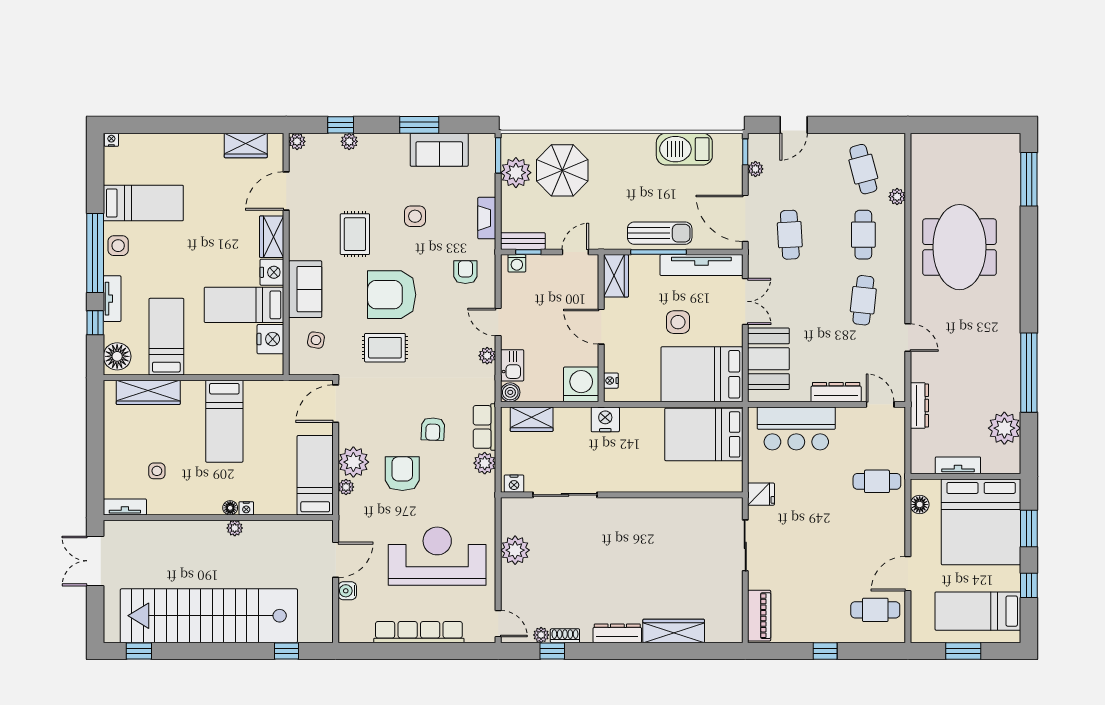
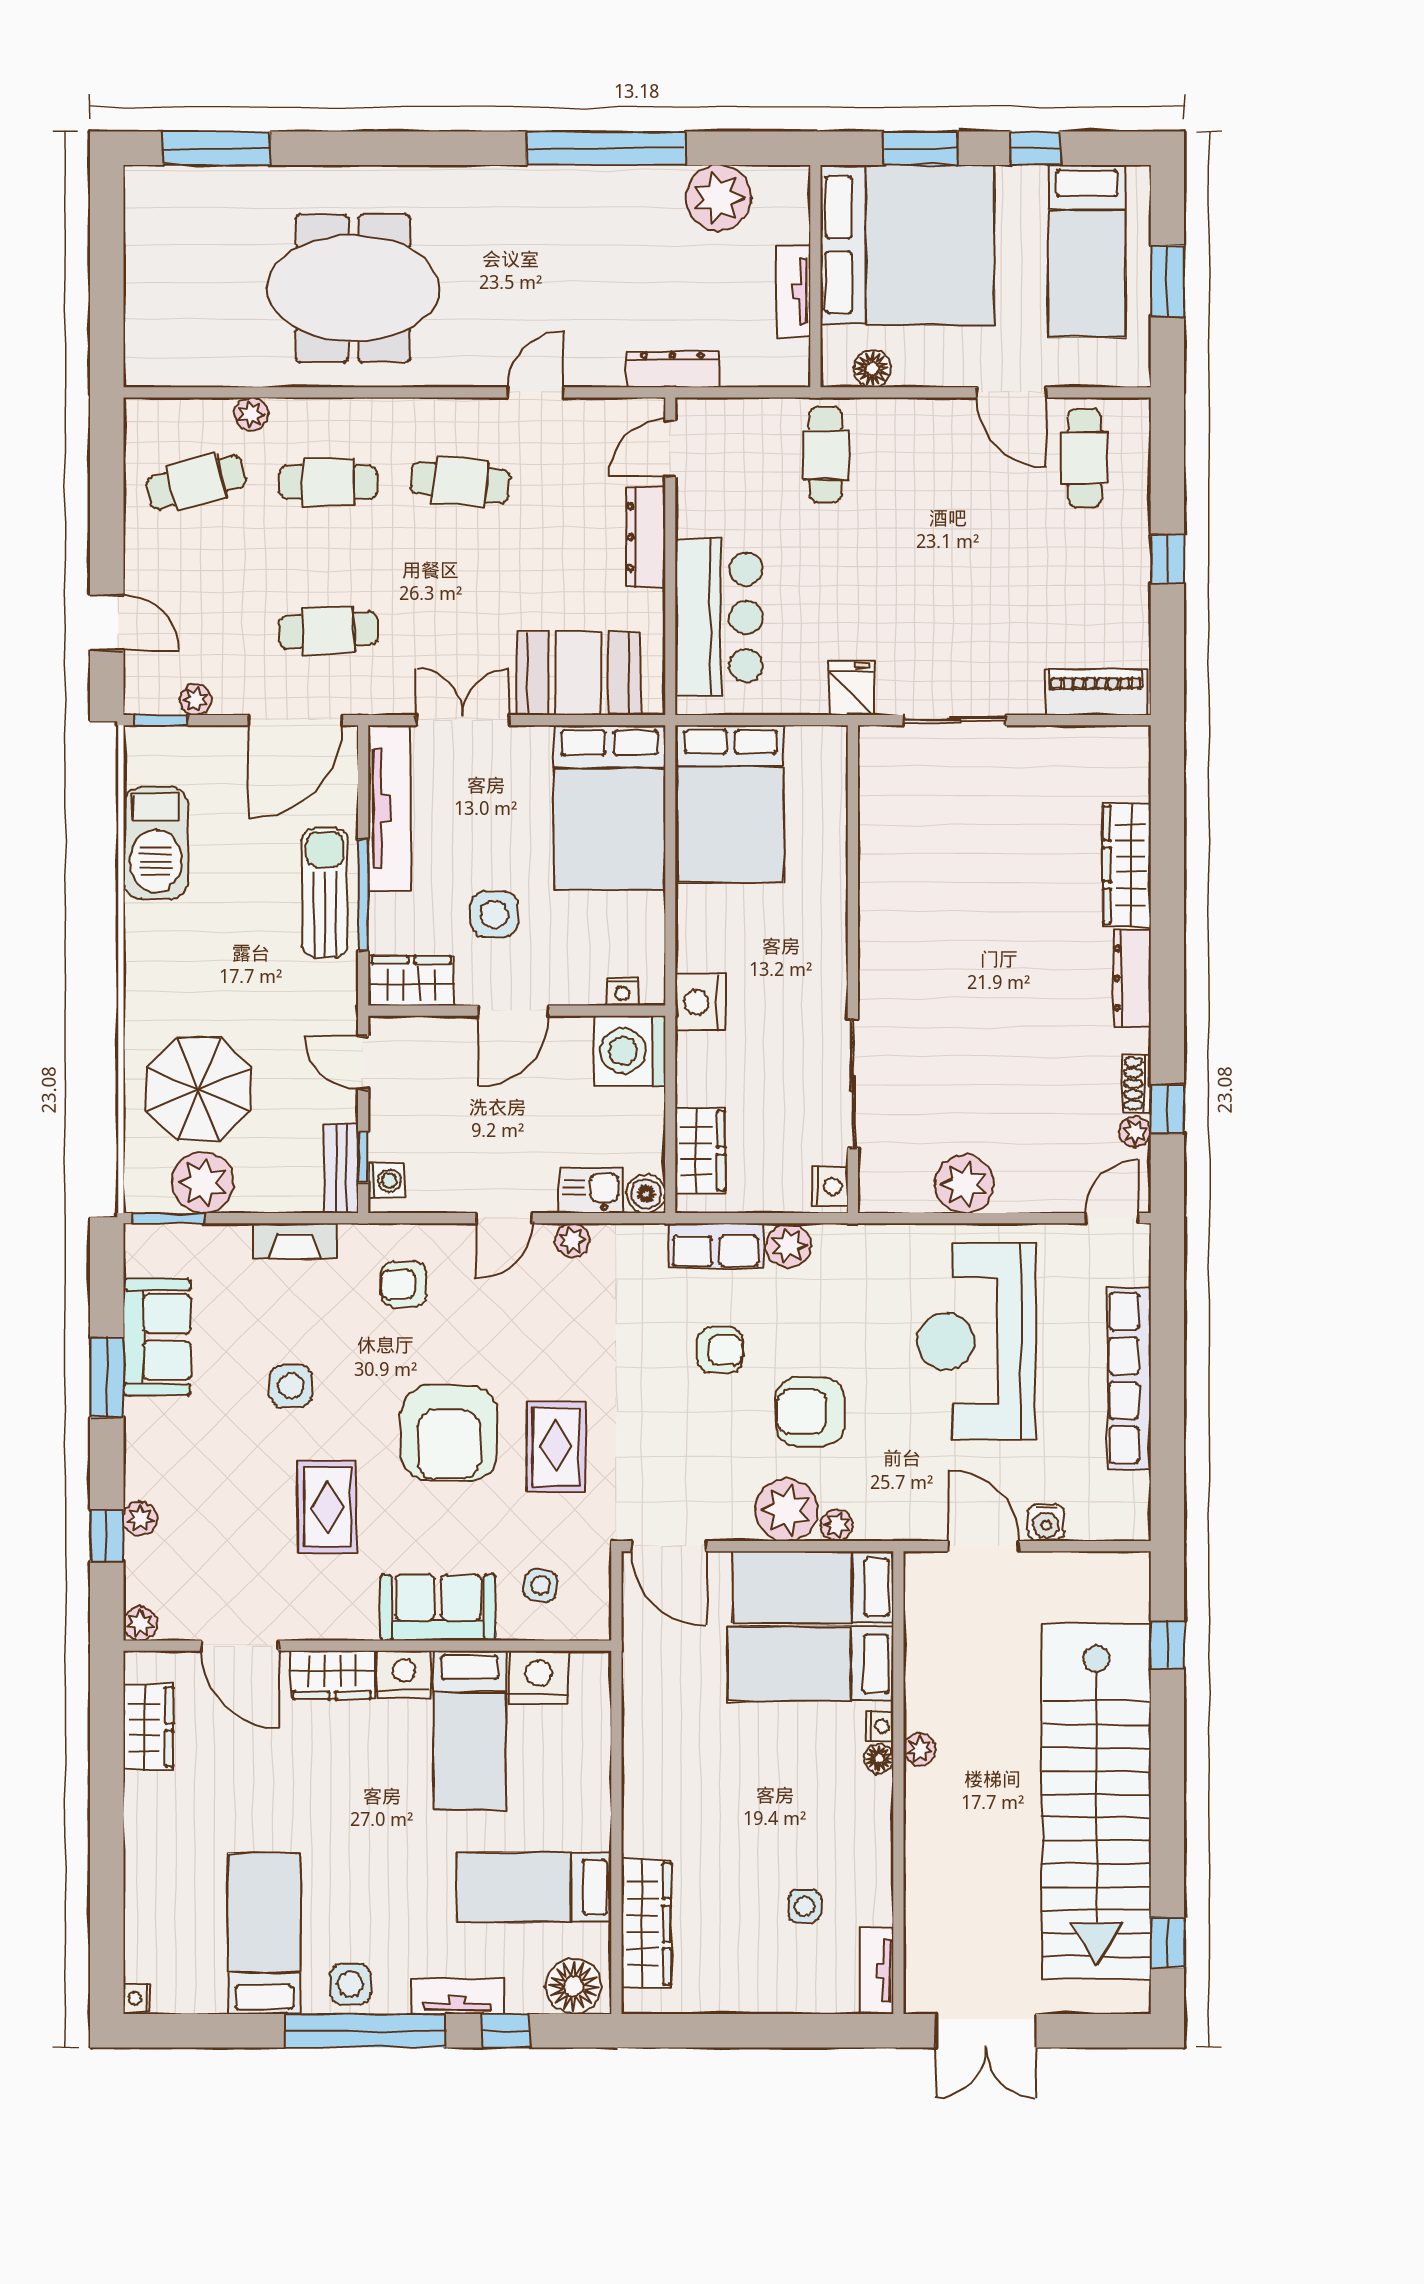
rug: (355, 234) -> (327, 1507), turned 90
side table: (678, 322) -> (494, 914), moved
bed: (224, 421) -> (811, 1664), moved, turned 180

